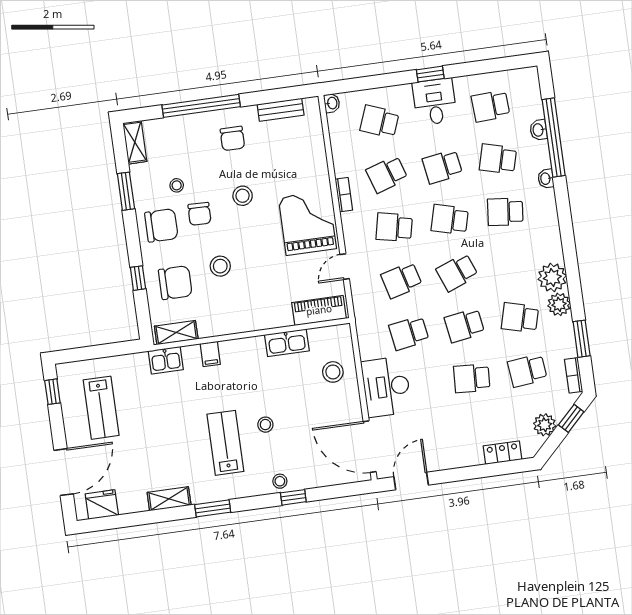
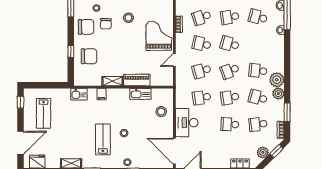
school desk: (505, 212) -> (258, 71), moved
stool: (220, 266) -> (113, 51), removed
piano: (319, 310) -> (137, 80), moved
shelving: (176, 333) -> (113, 81), moved

